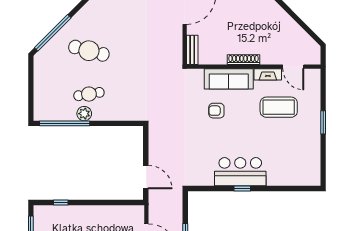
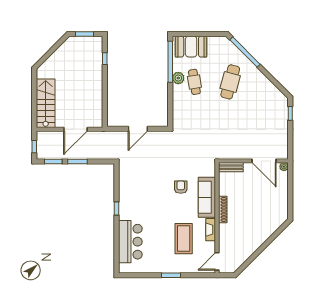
door: (293, 67) -> (217, 261), moved
booth: (46, 98) -> (191, 47), added
bar counter: (240, 172) -> (130, 242), moved
door: (146, 177) -> (138, 129), moved

